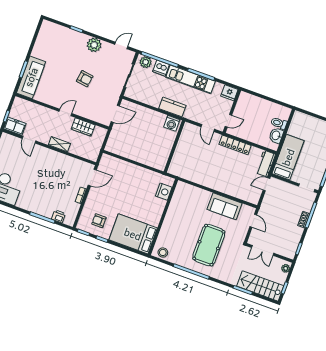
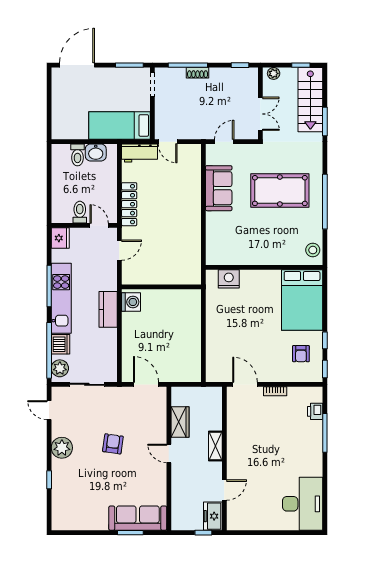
toilet: (241, 111) -> (80, 212), added

